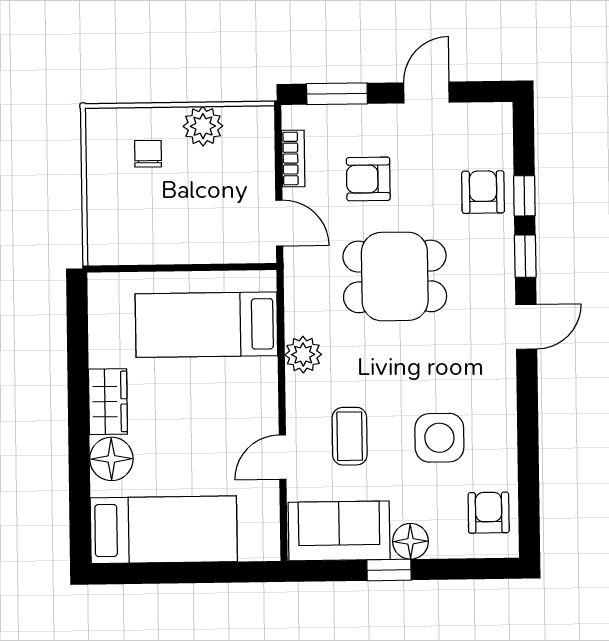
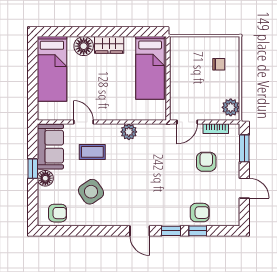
plant: (203, 126) -> (231, 107), moved
dining table: (395, 276) -> (163, 173), removed
bed: (206, 325) -> (150, 68), moved, turned 180
side table: (439, 438) -> (91, 192), turned -34

